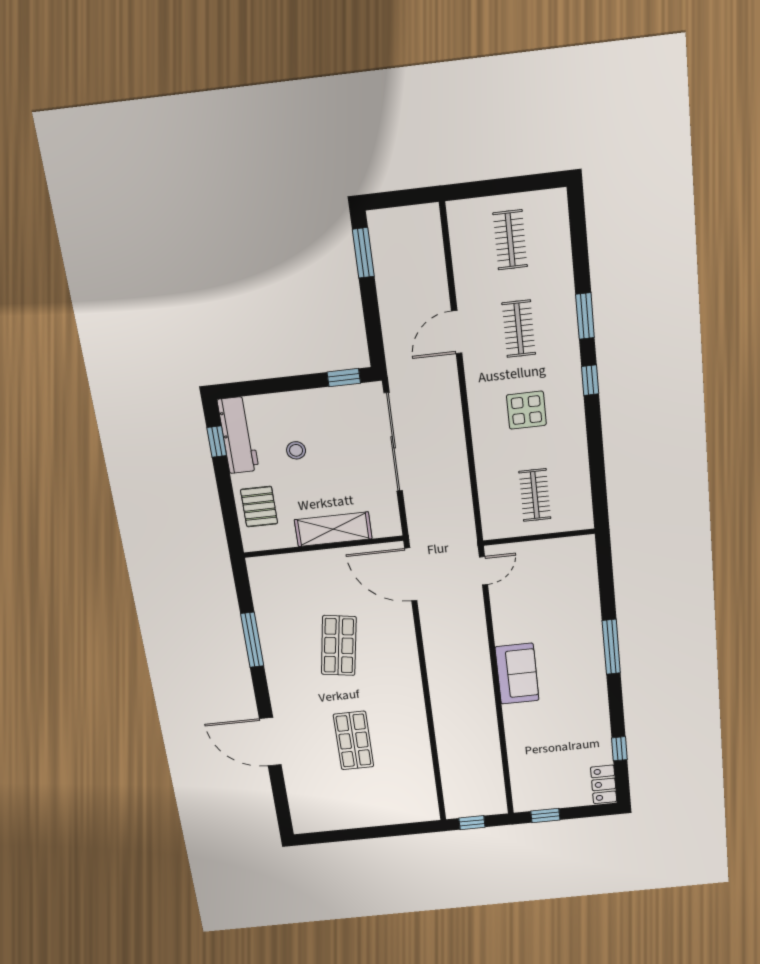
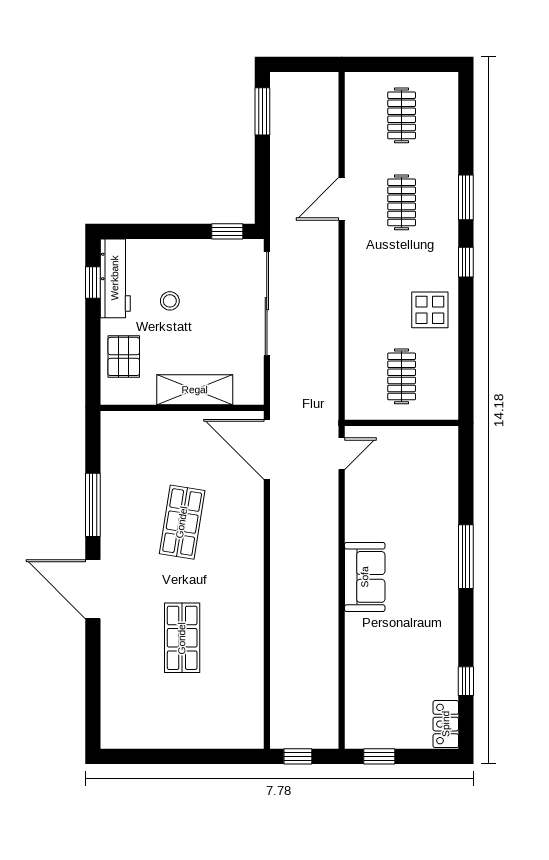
display table: (526, 410) -> (430, 310), moved
door: (270, 742) -> (93, 589), moved

